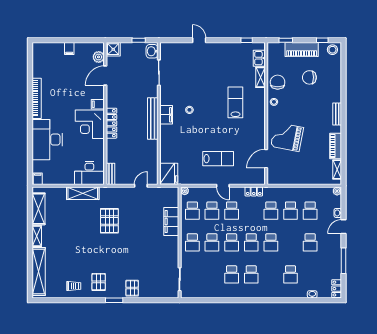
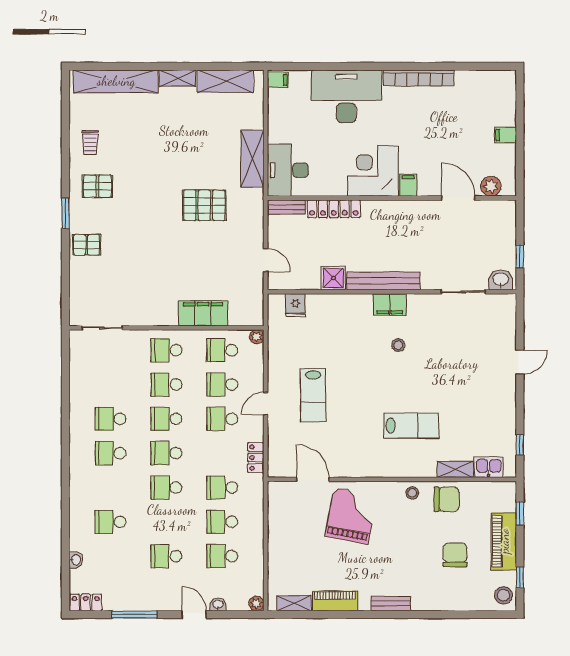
shower: (113, 49) -> (333, 278), moved
locker: (111, 123) -> (334, 209), moved
fridge: (169, 174) -> (295, 305), width x0.53, depth x0.75

